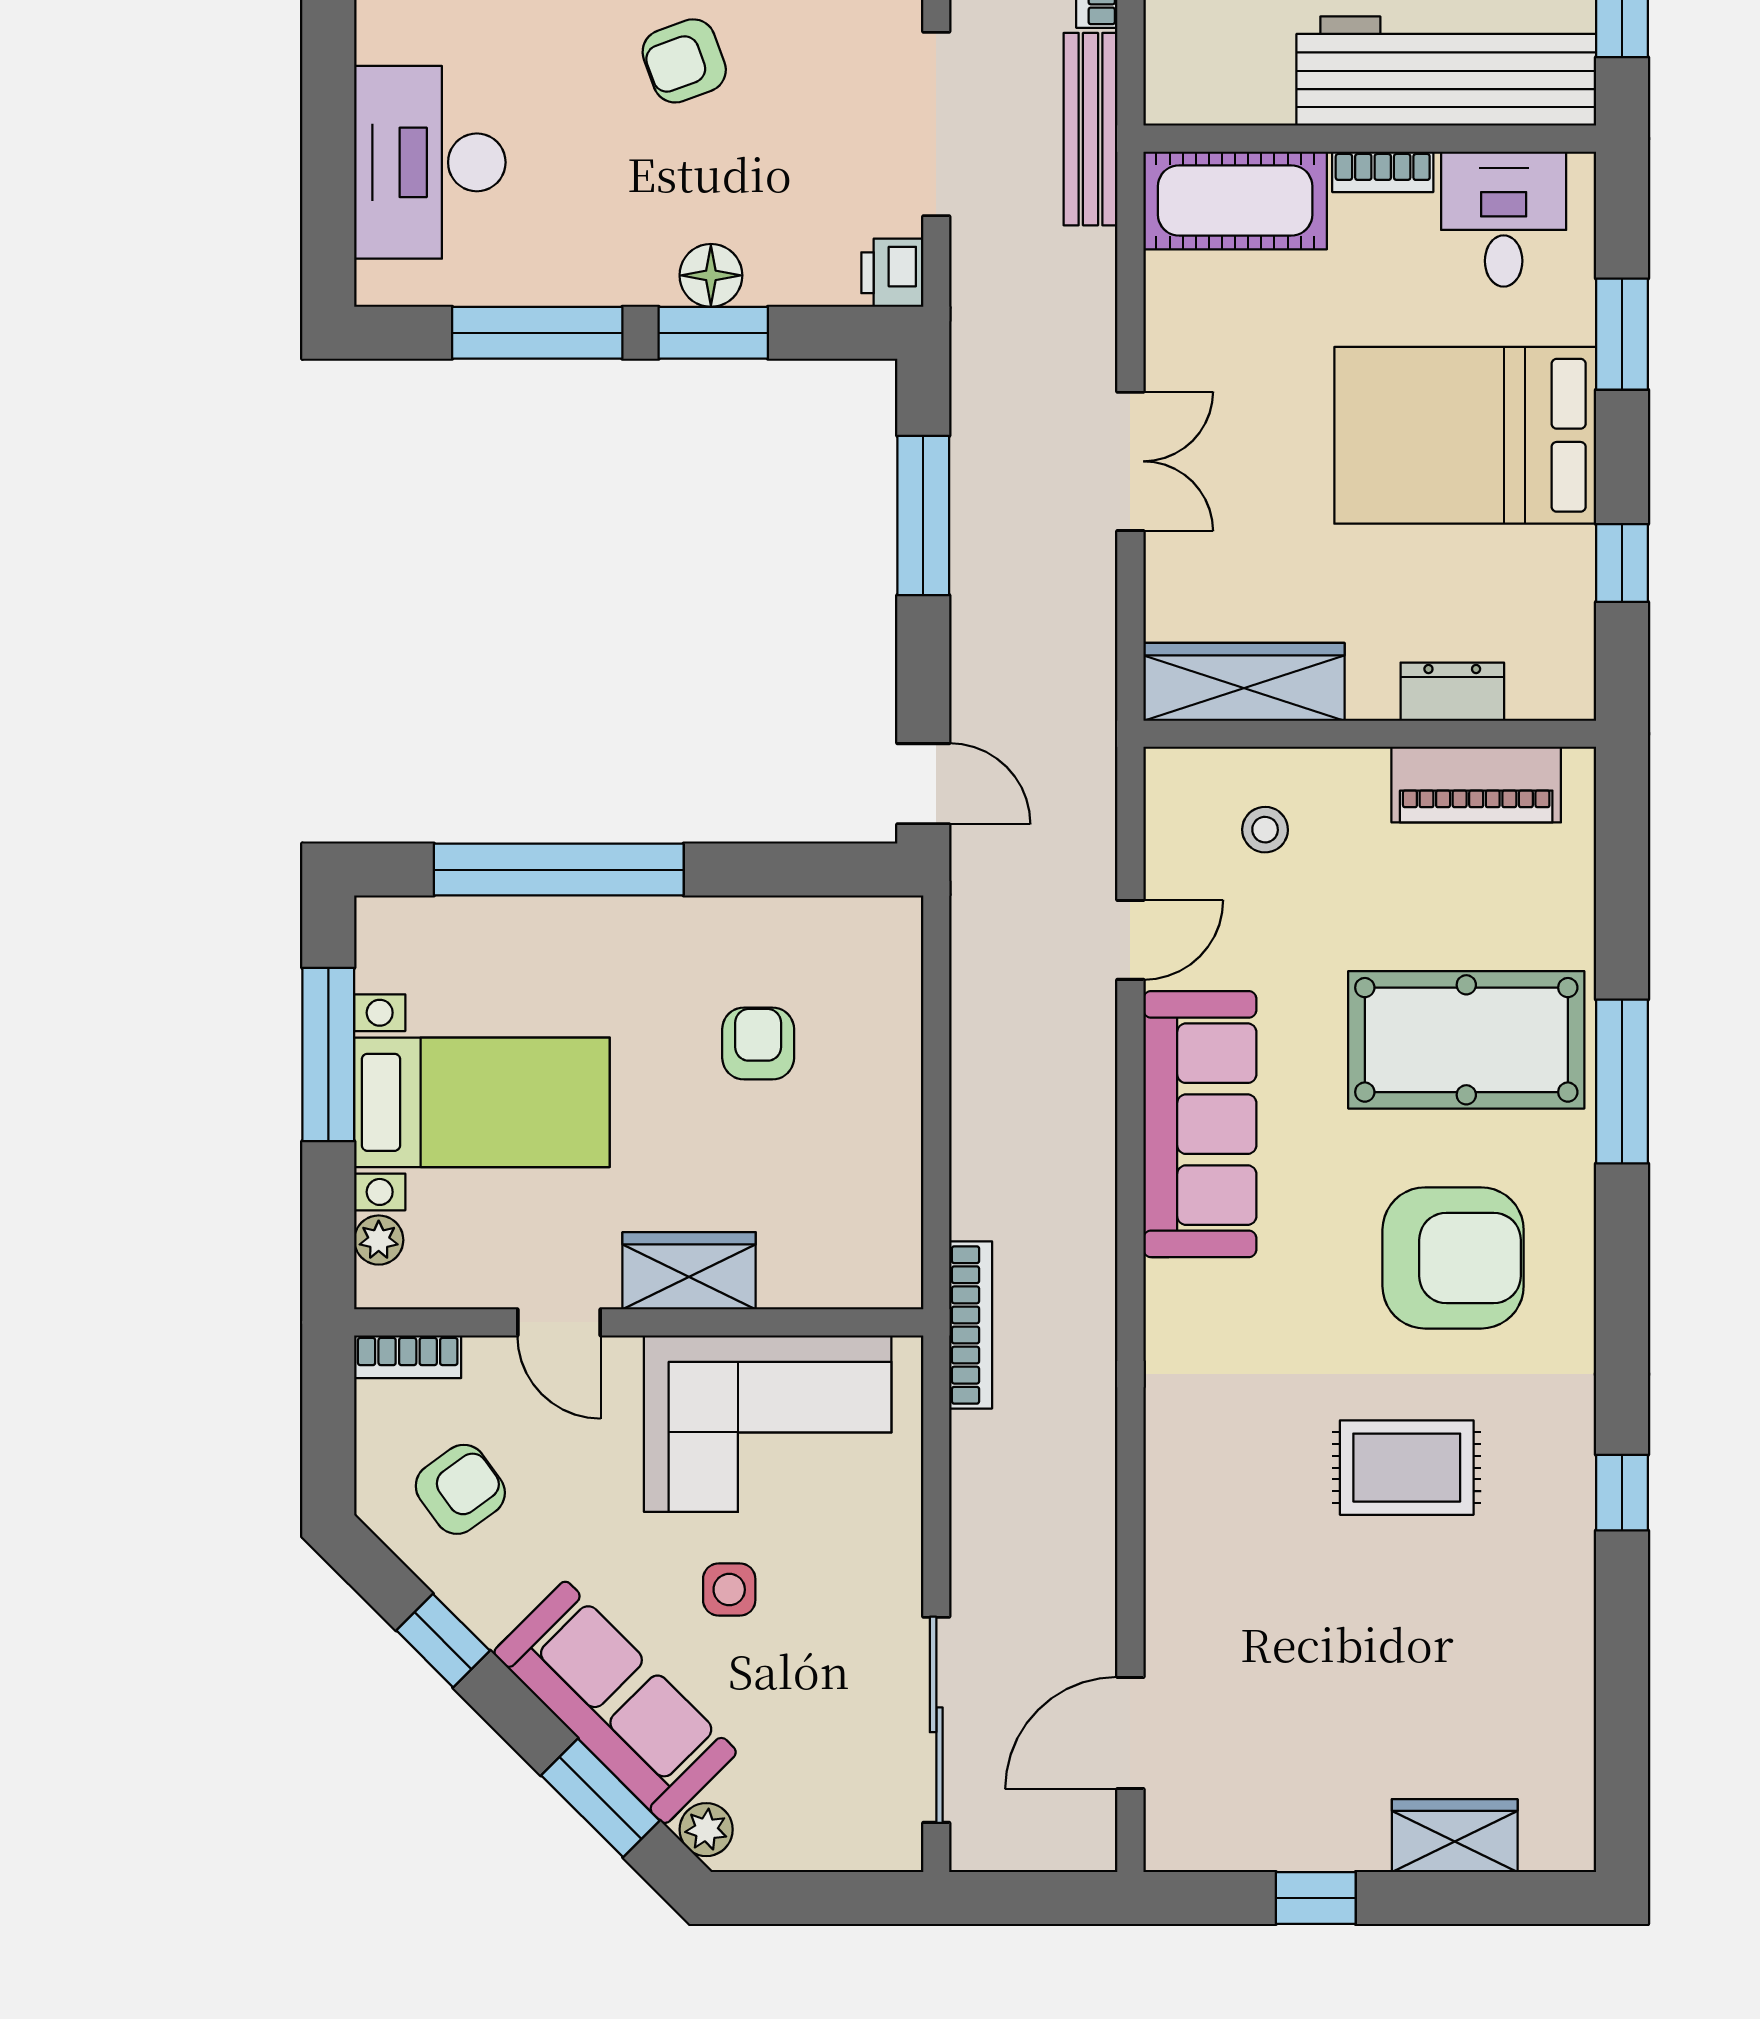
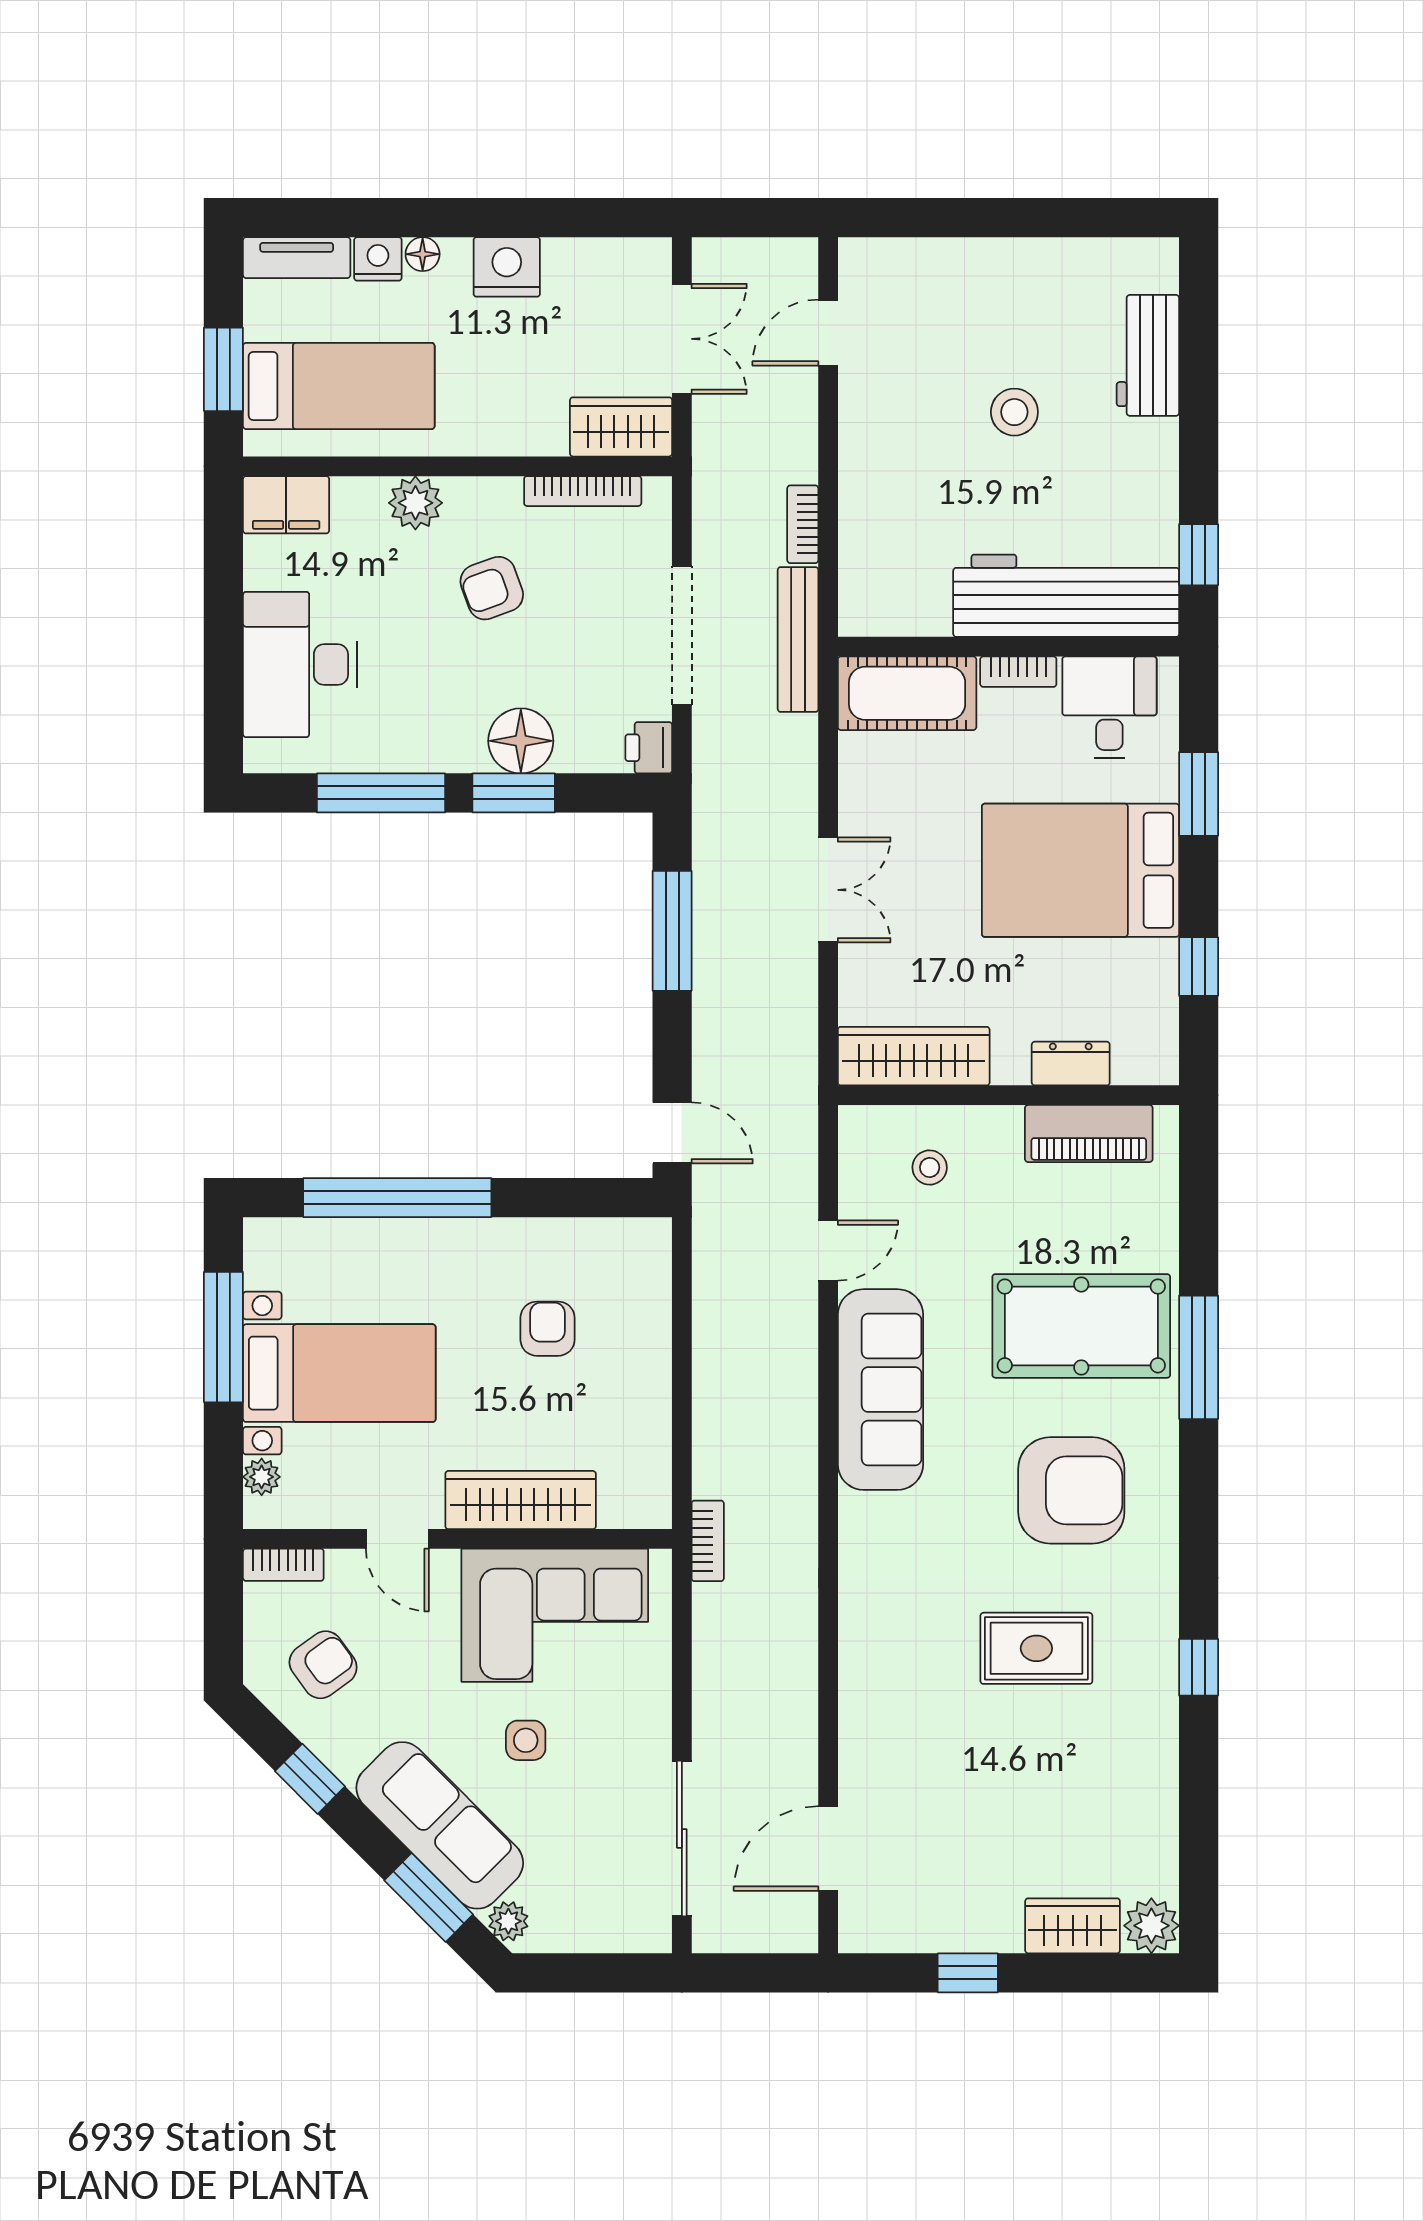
floor lamp: (711, 275) -> (521, 741), width x1.38, depth x1.38
wardrobe: (689, 1271) -> (521, 1500), width x1.50
bookcase: (971, 1325) -> (708, 1541), width x0.64
plant: (1559, 1835) -> (1151, 1926), added

